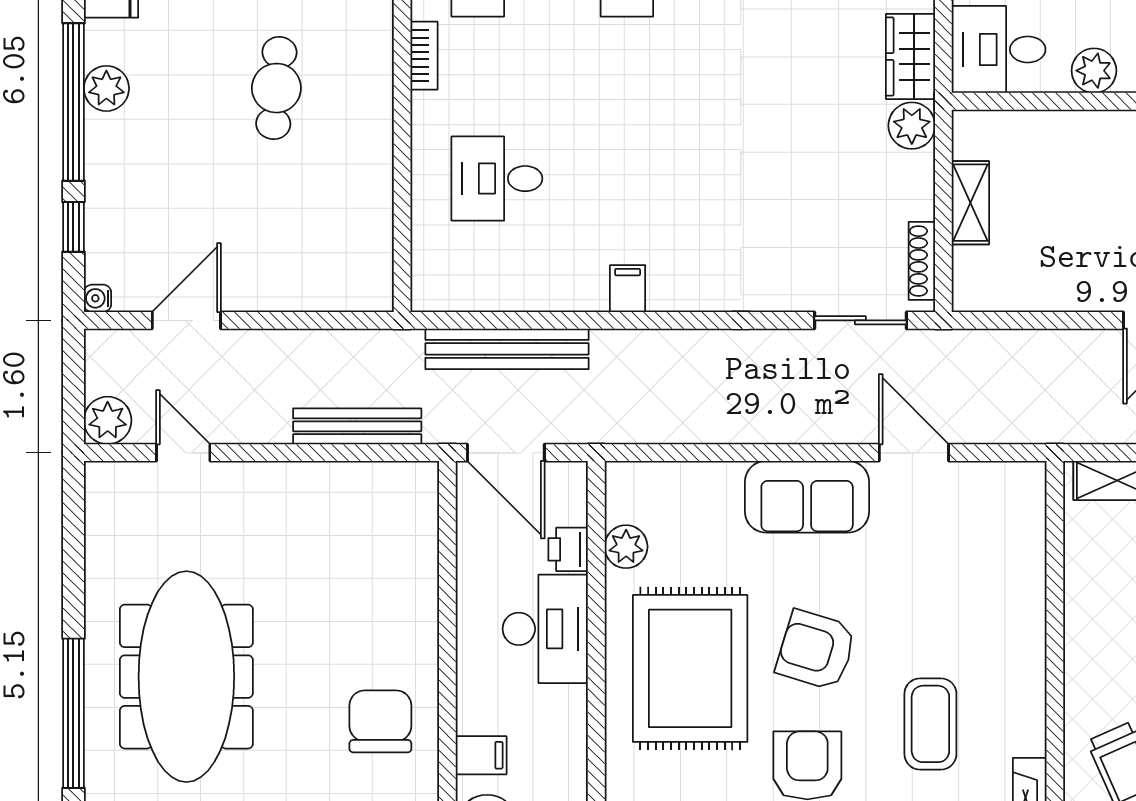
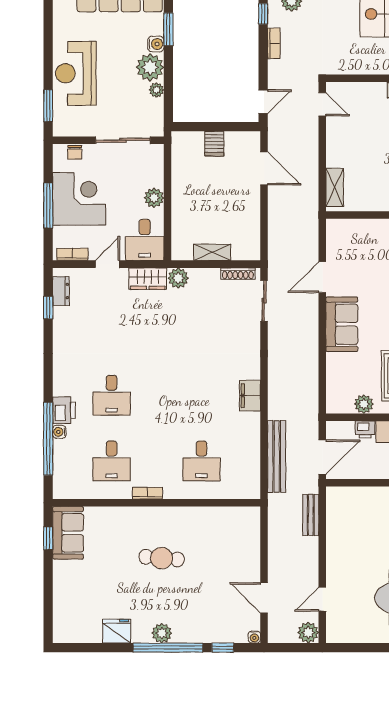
filing cabinet: (628, 289) -> (250, 396), width x2.00
bench: (357, 426) -> (311, 515), width x0.73

